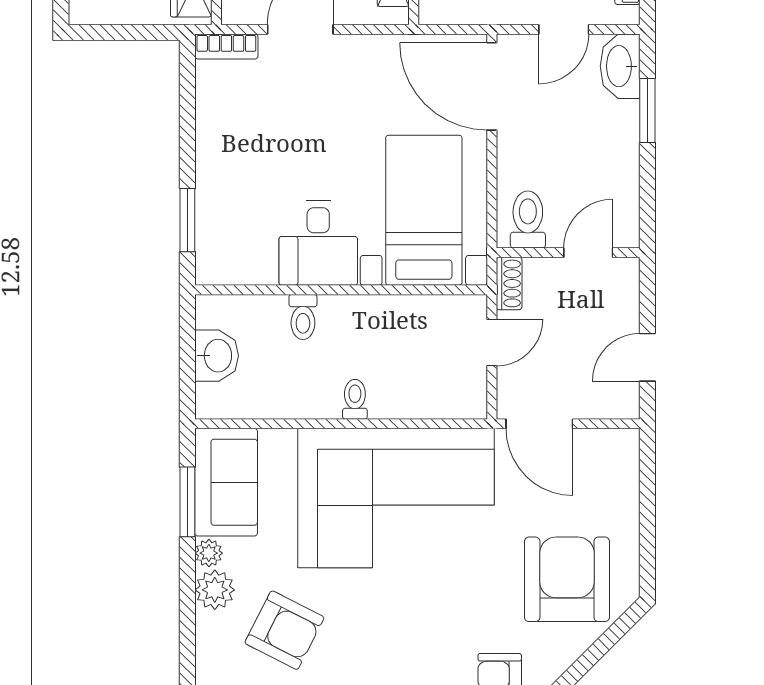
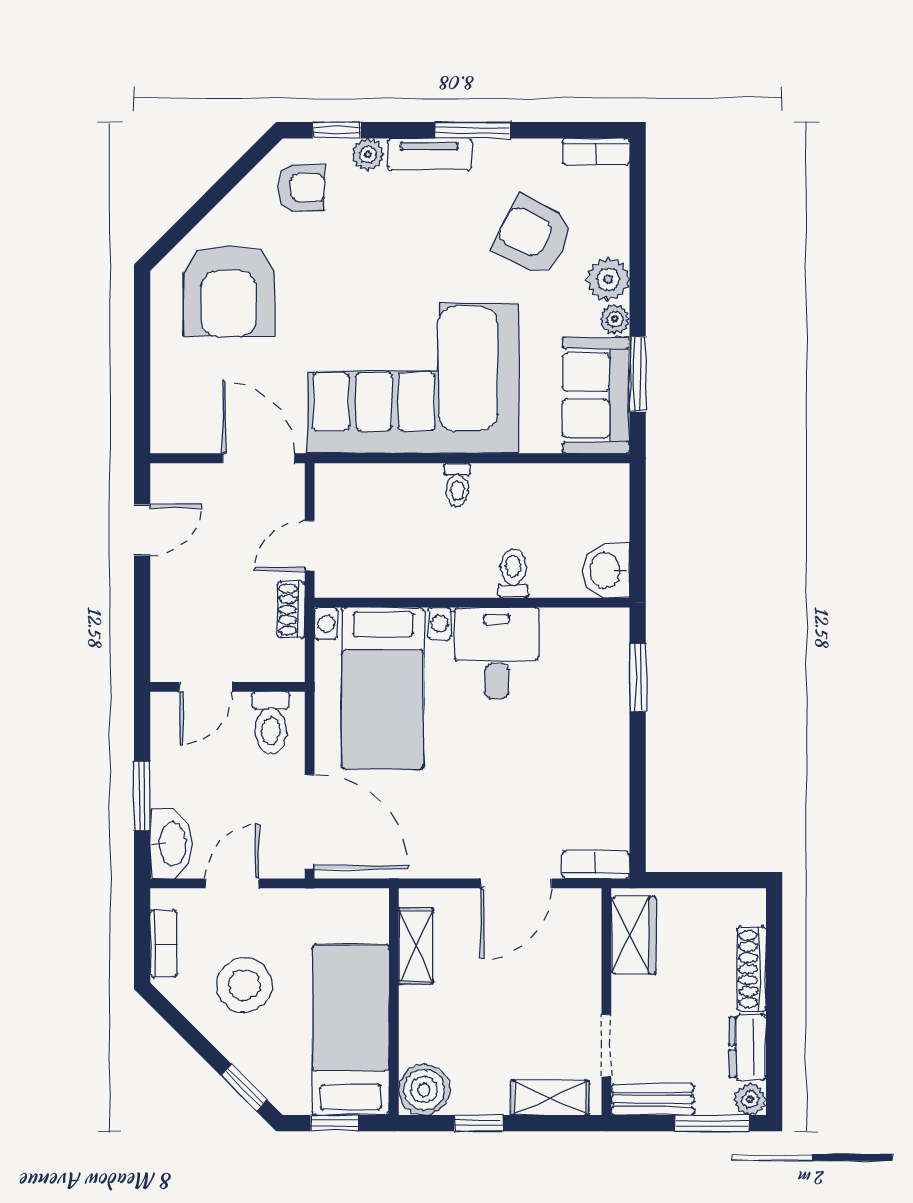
toilet: (528, 219) -> (271, 723), moved
wall: (568, 253) -> (227, 687), moved
door: (588, 253) -> (206, 687), moved
washbasin: (217, 356) -> (606, 570), moved

